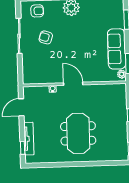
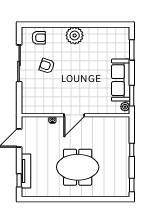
door: (73, 84) -> (74, 115), swing flipped
meeting table: (78, 133) -> (78, 167), turned 90

